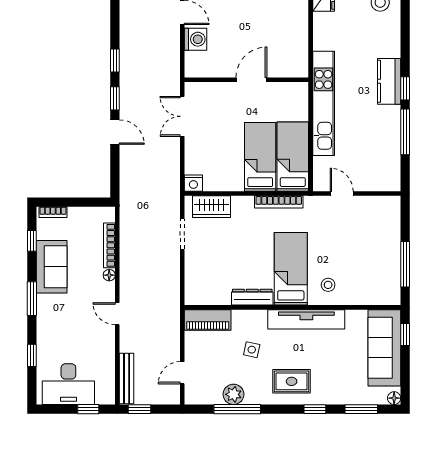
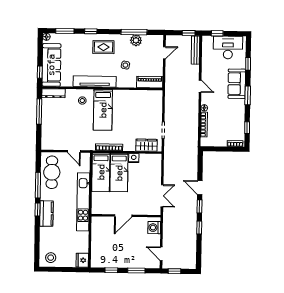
washing machine: (196, 39) -> (154, 228), moved
cafe table: (381, 155) -> (52, 172), added
nightstand: (193, 183) -> (134, 158), moved
sofa: (52, 267) -> (237, 84), moved
dresser: (252, 297) -> (53, 93), moved

